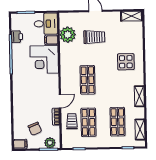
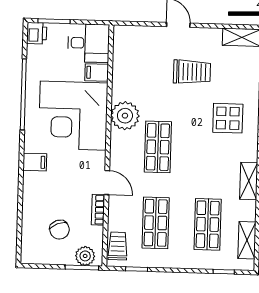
plant: (68, 35) -> (125, 116), moved
printer: (17, 37) -> (37, 33), moved
trolley: (94, 37) -> (192, 72), moved
corner desk: (44, 60) -> (73, 116), width x1.36, depth x1.36
door: (60, 101) -> (107, 183), hinge flipped
trolley: (72, 121) -> (118, 246), moved
filing cabinet: (20, 144) -> (35, 162), moved

